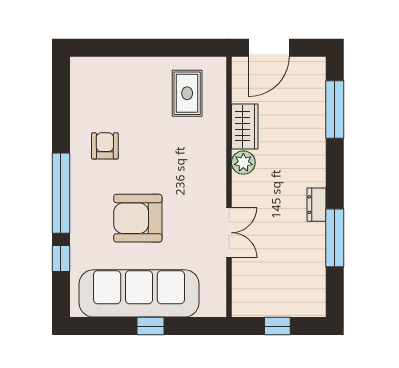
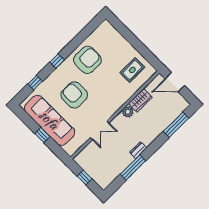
armchair: (105, 146) -> (87, 60), width x1.88, depth x1.88
window: (61, 193) -> (57, 61), width x0.32

